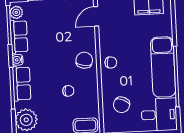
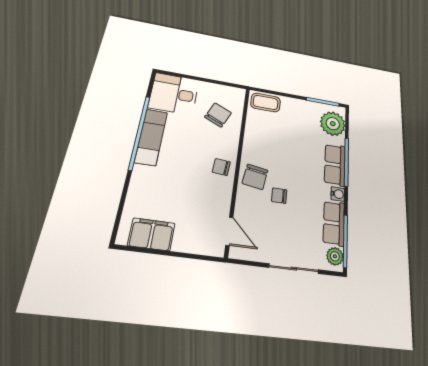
door: (96, 16) -> (229, 231), hinge flipped
exam couch: (163, 67) -> (151, 137), width x0.73, depth x0.69
chair: (68, 91) -> (279, 196), moved

